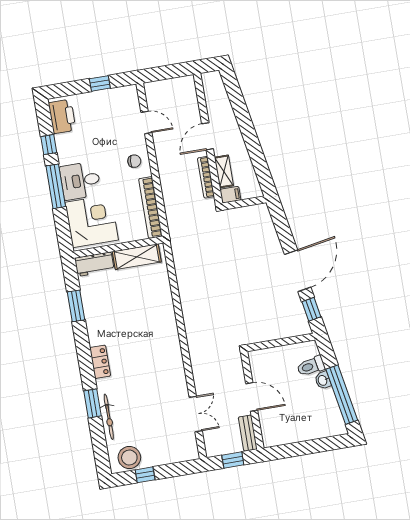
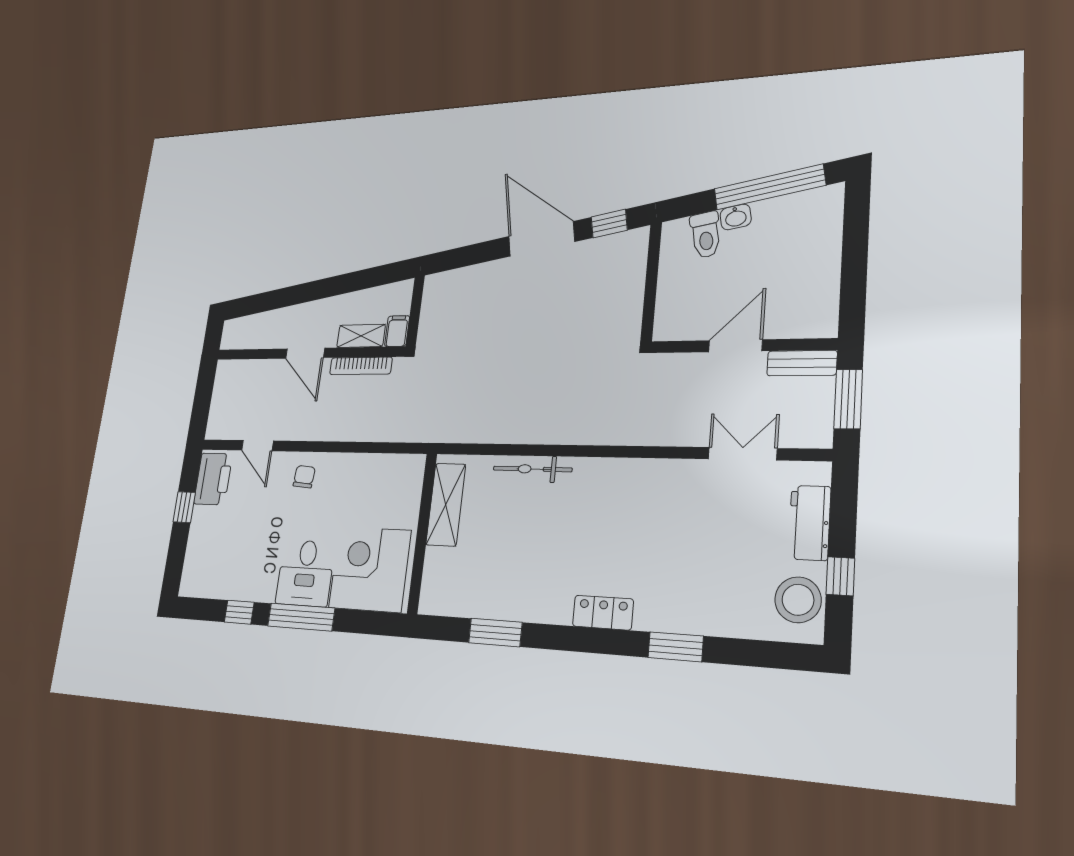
printer: (62, 116) -> (213, 479), moved, turned 90
door: (146, 122) -> (257, 446), swing flipped
bookcase: (150, 208) -> (378, 465), removed
workbench: (94, 264) -> (810, 523), moved, turned 180
bicycle: (109, 417) -> (532, 469), moved, turned 180
window: (233, 460) -> (848, 399), width x1.50

